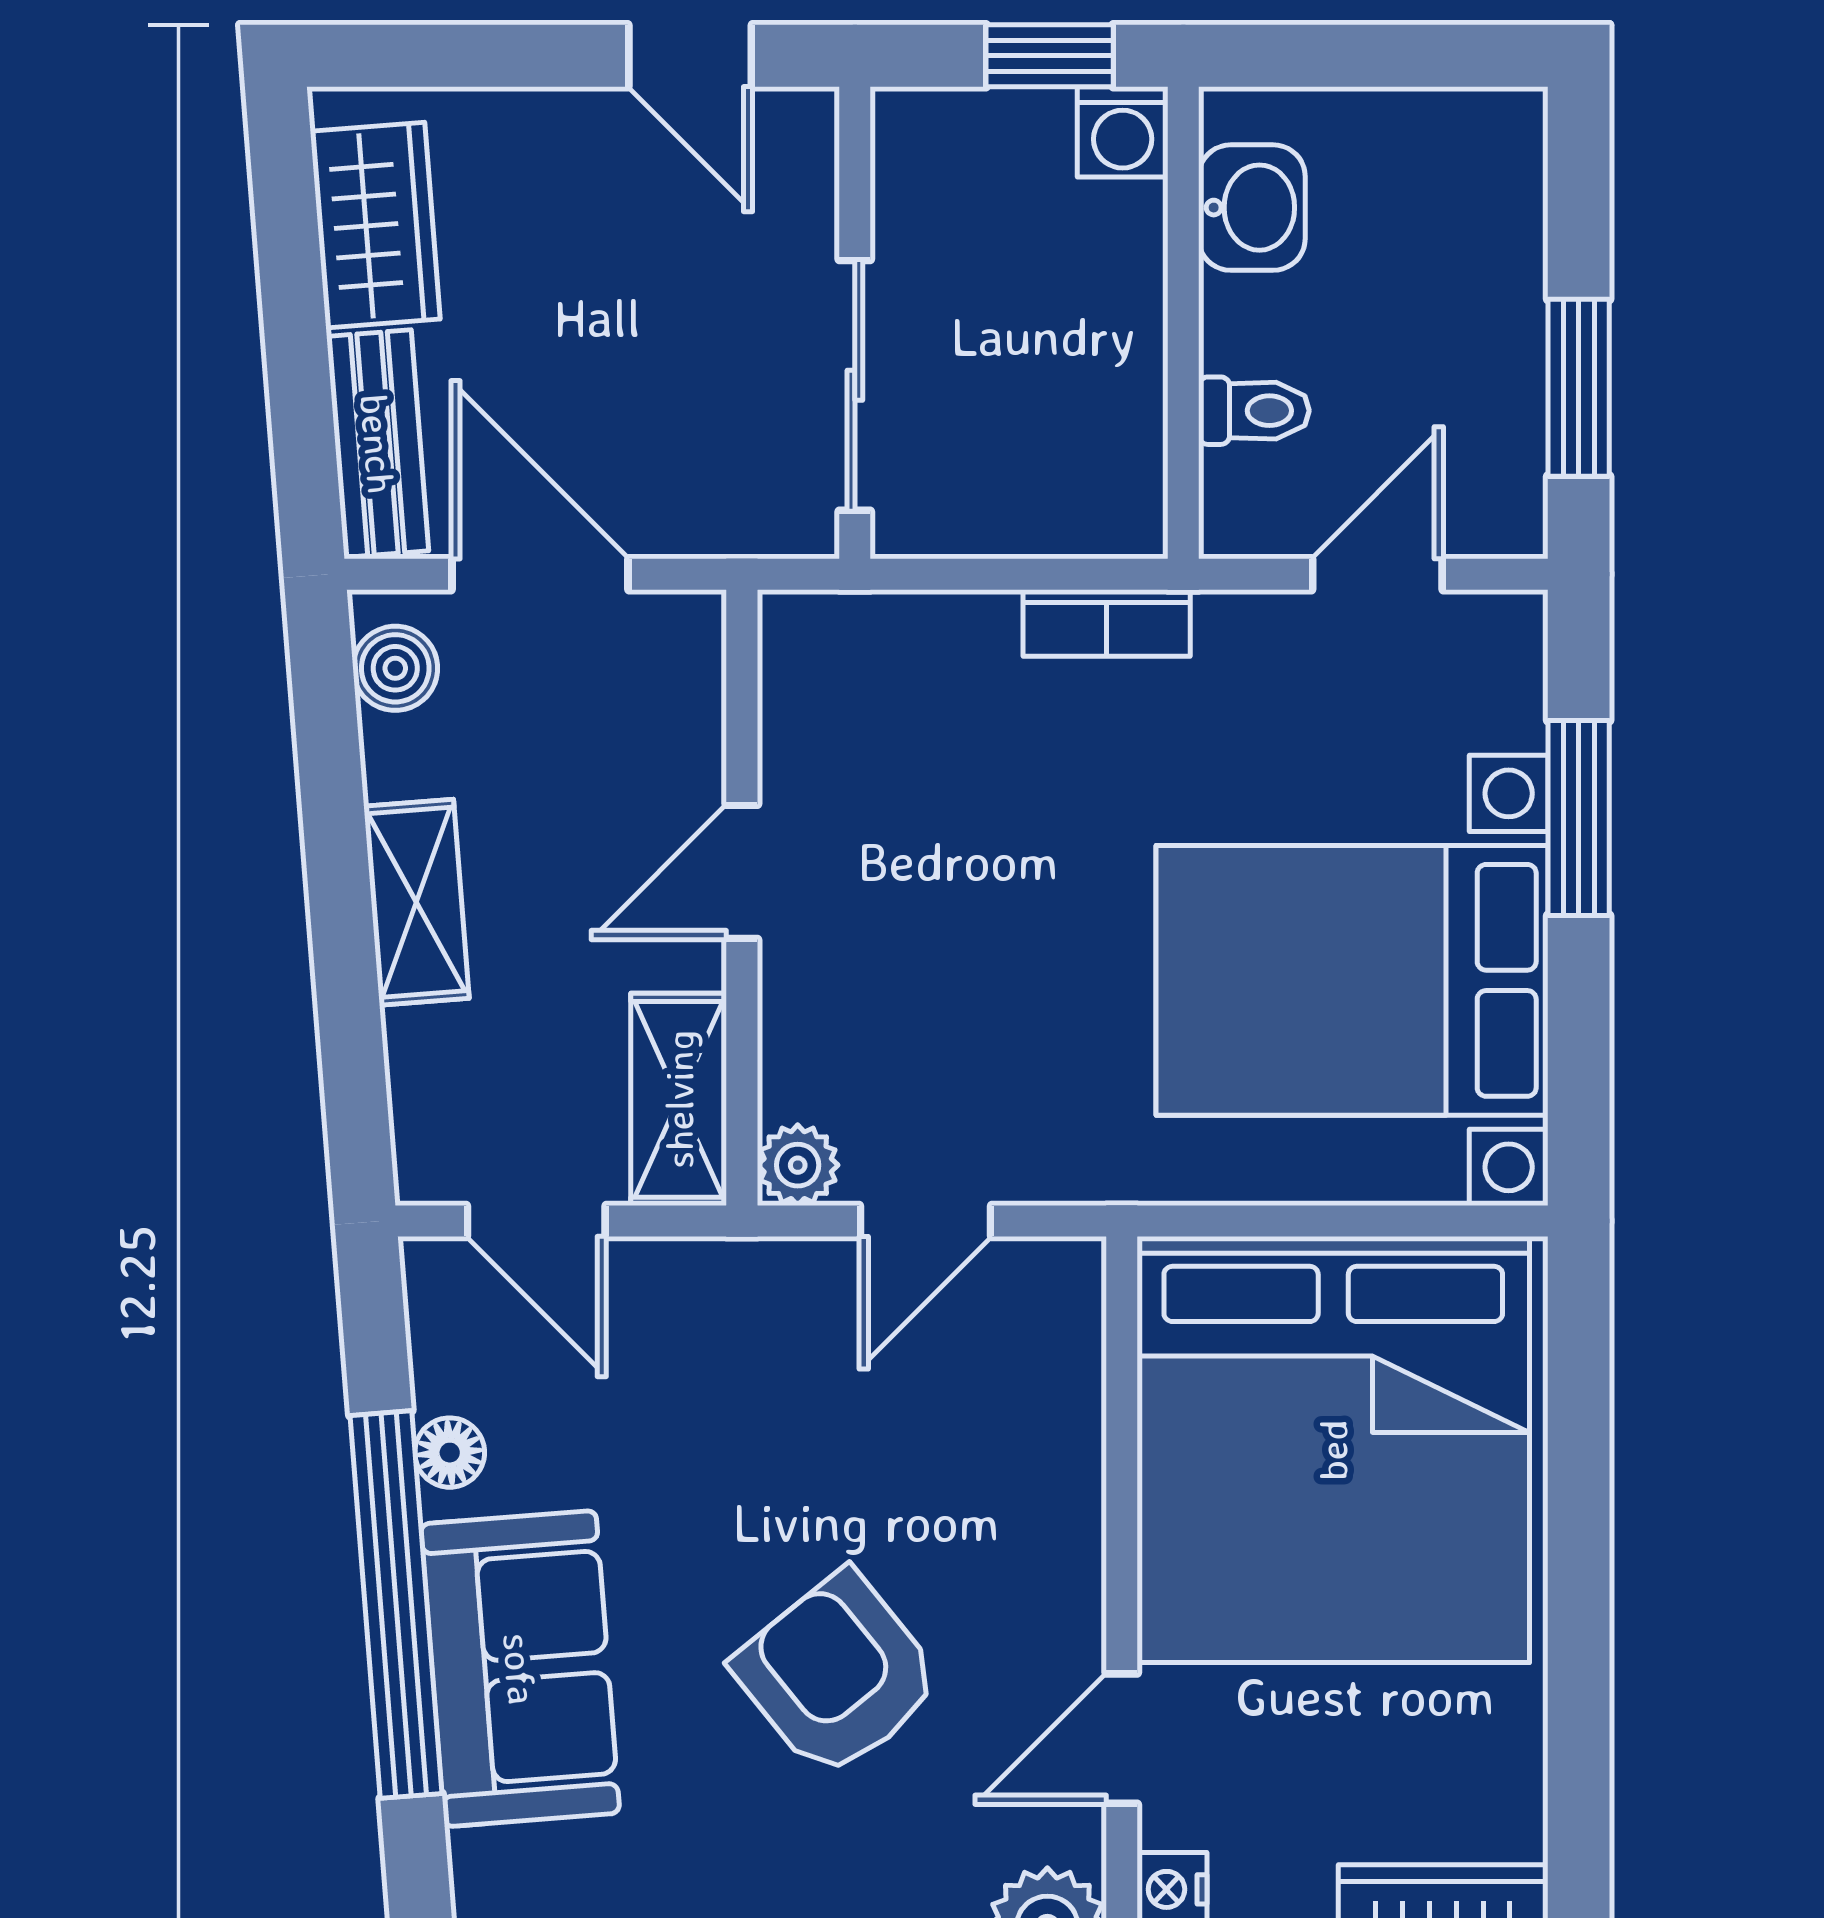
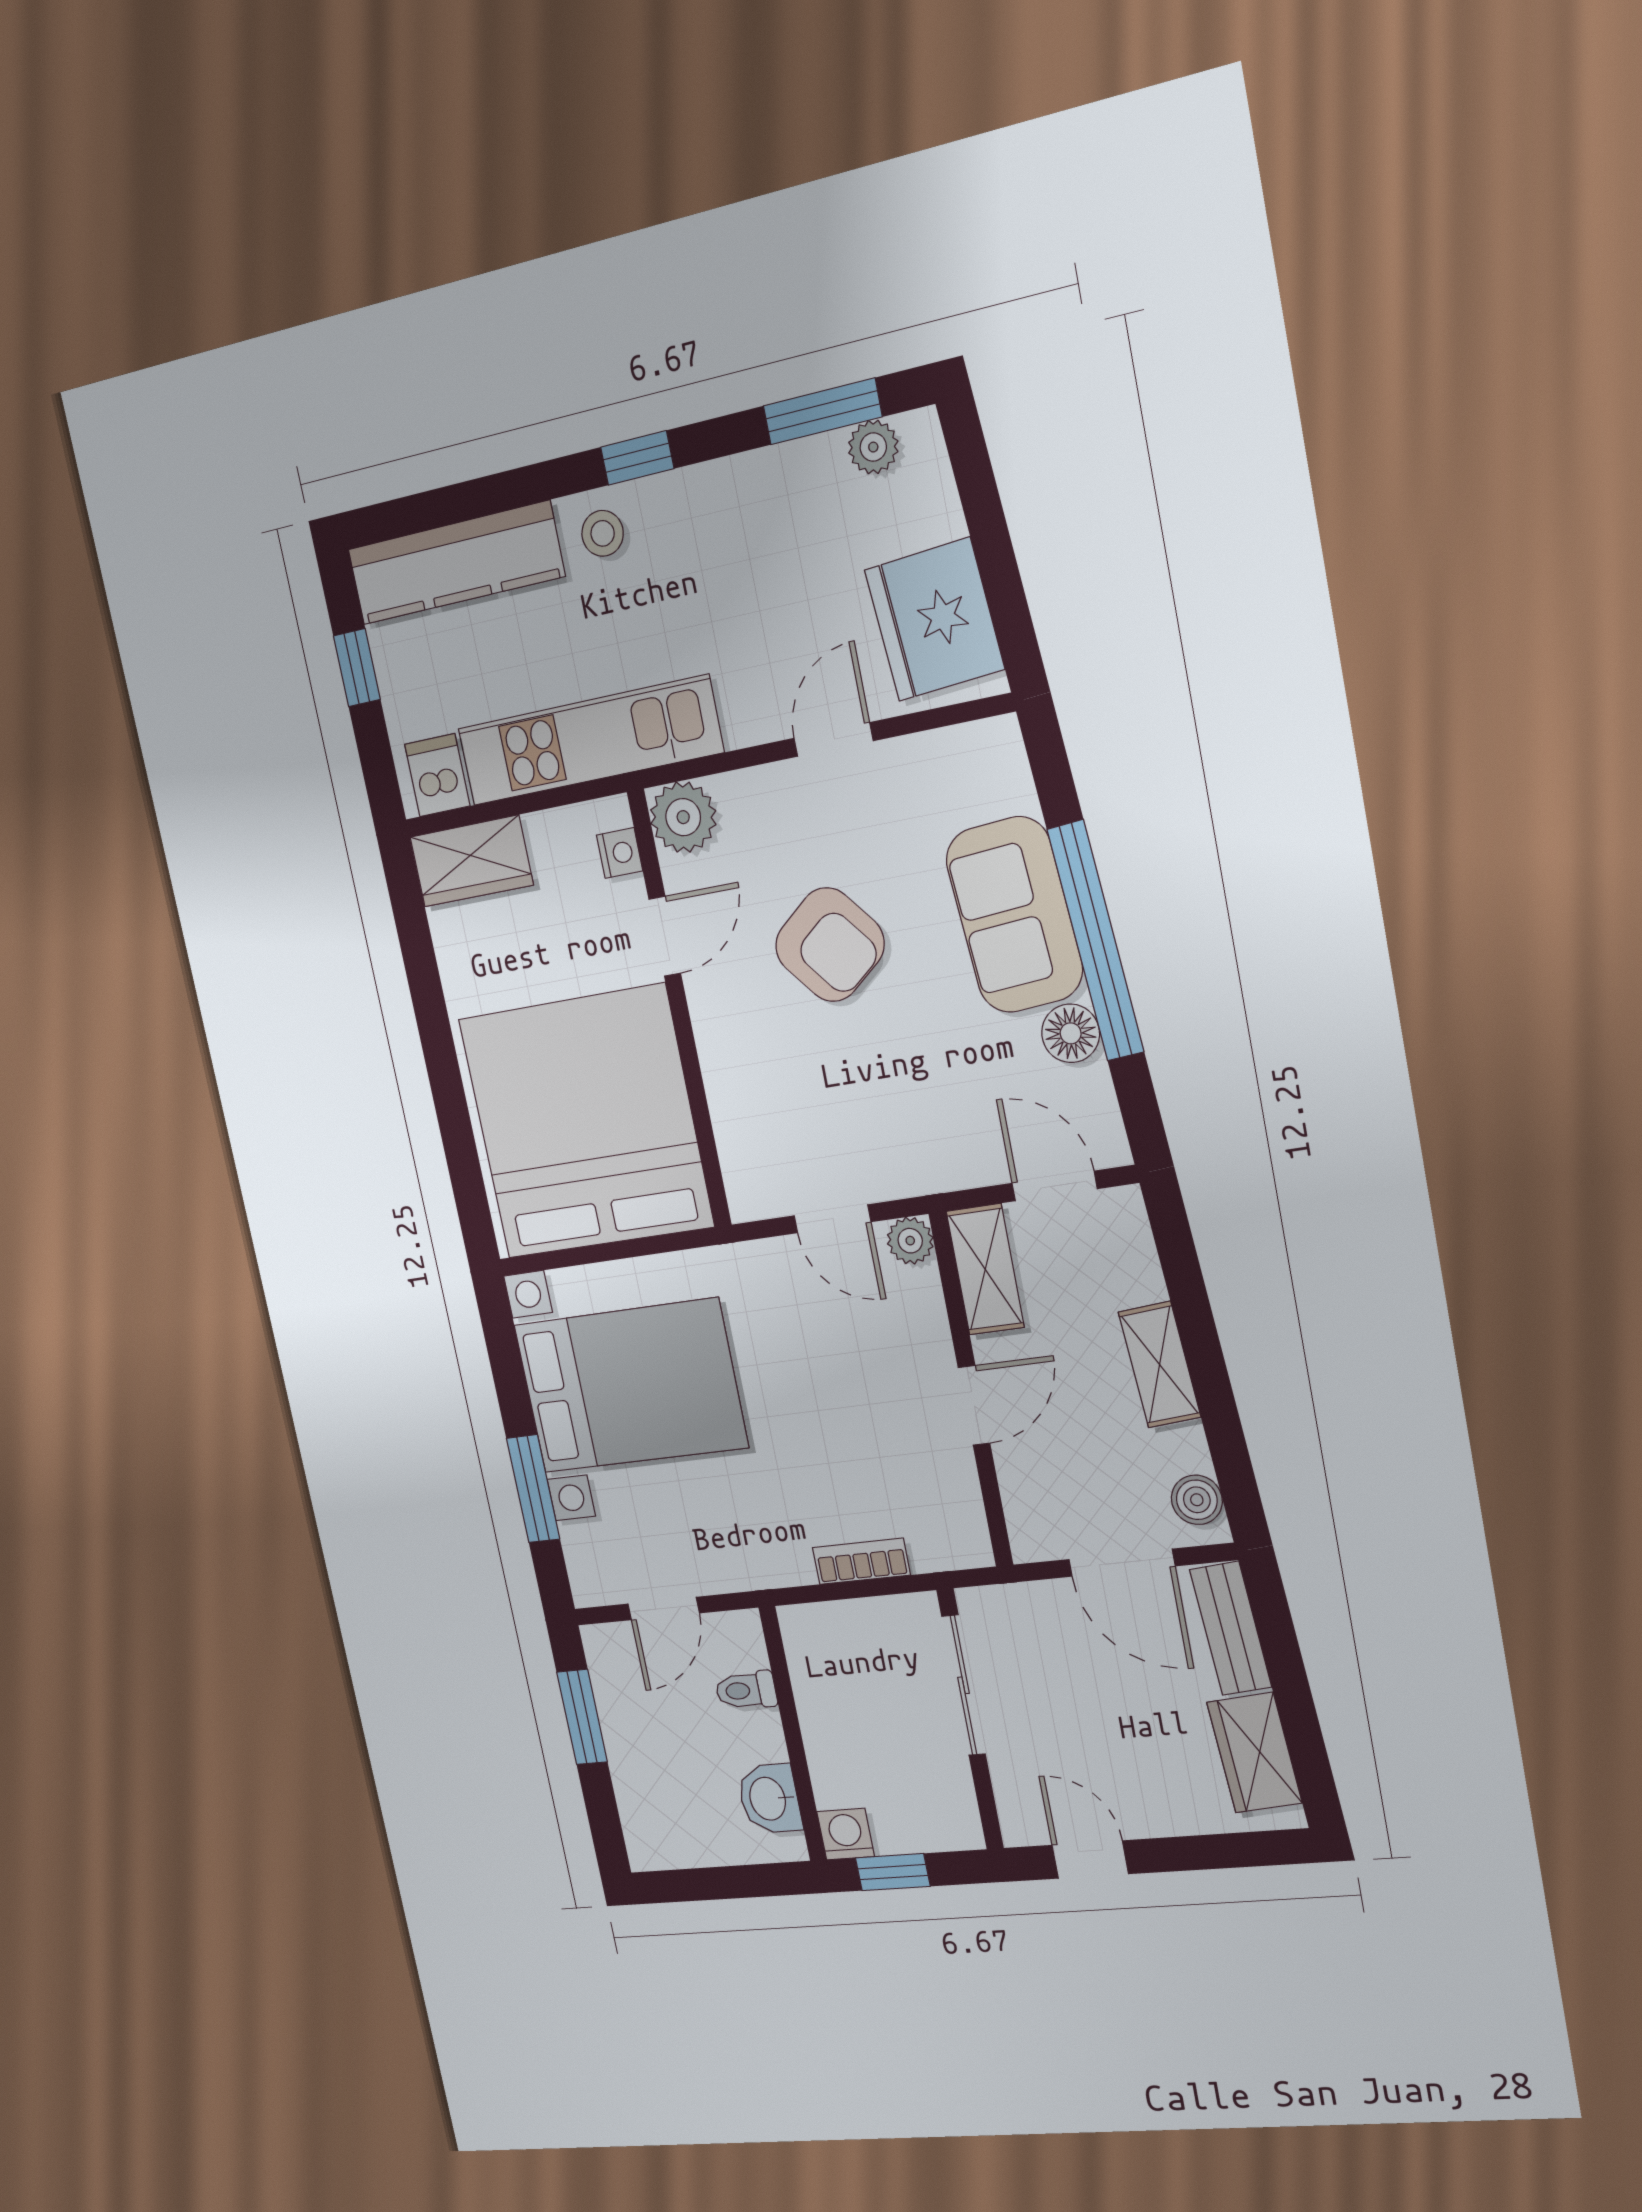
bookcase: (1107, 623) -> (861, 1561), moved
door: (925, 1221) -> (832, 1219), swing flipped
floor lamp: (450, 1453) -> (1071, 1033), width x1.37, depth x1.37

